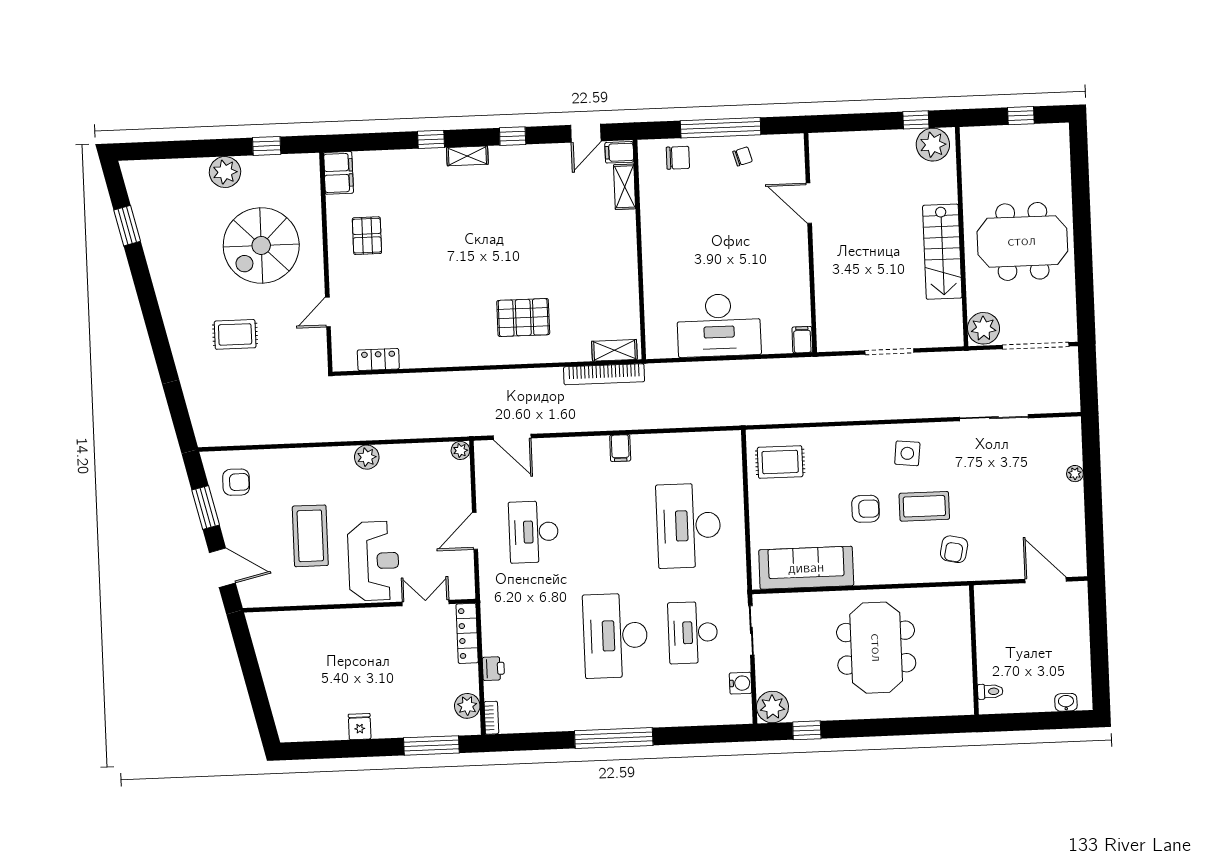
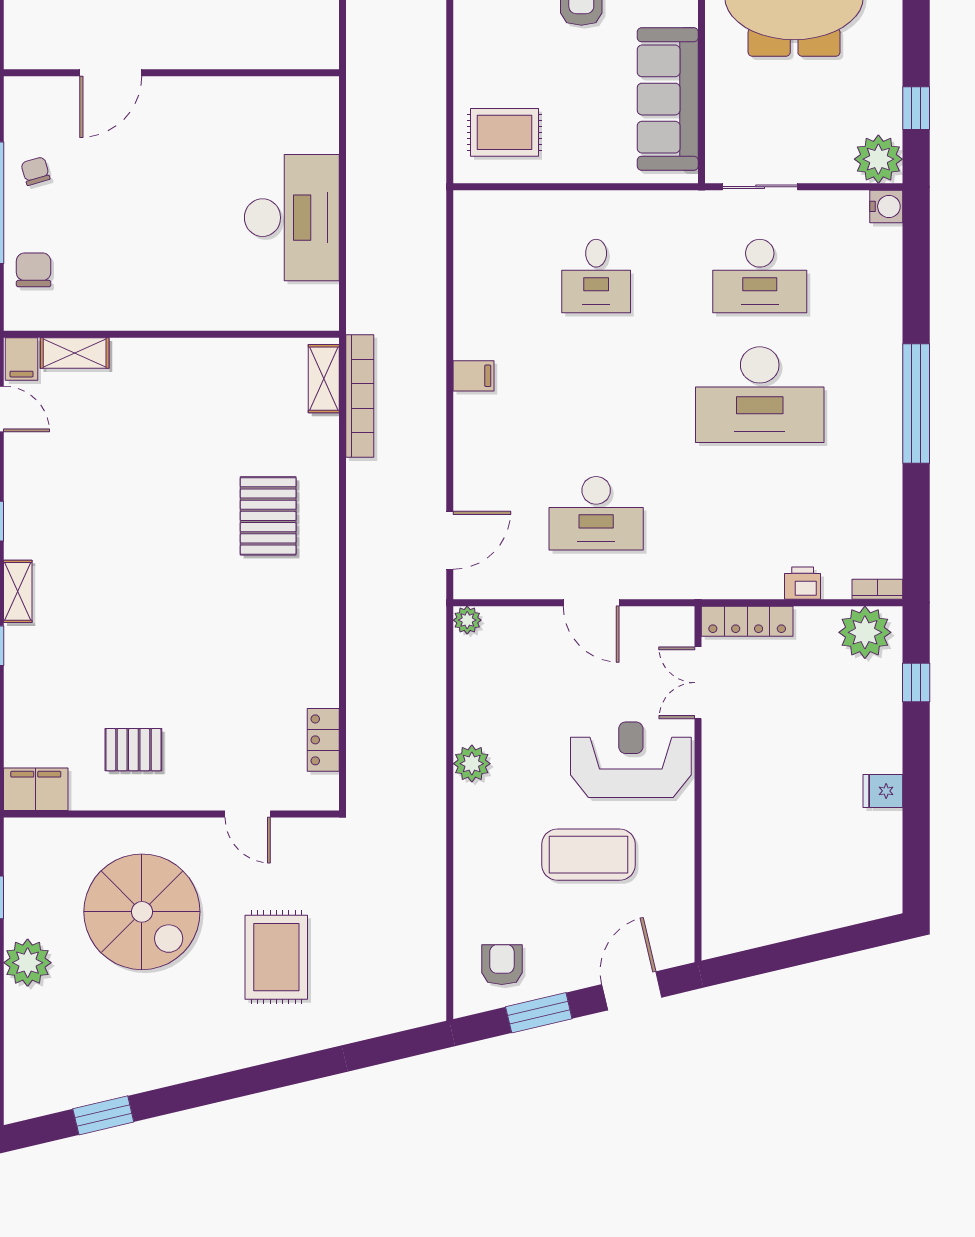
rug: (235, 334) -> (276, 957), width x1.36, depth x1.43
filing cabinet: (802, 340) -> (319, 91), removed
rug: (780, 462) -> (505, 132), turned 90
desk: (689, 526) -> (596, 276), width x0.53, depth x0.77
water cooler: (740, 683) -> (886, 206), moved, turned 90
plant: (467, 706) -> (865, 632), width x1.36, depth x1.36
window: (431, 745) -> (916, 683), width x0.46

